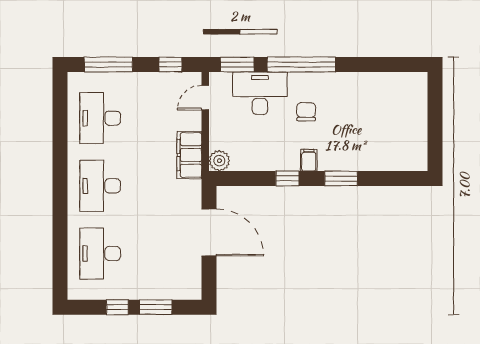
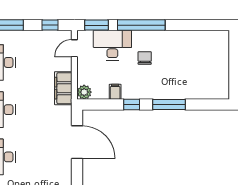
filing cabinet: (309, 160) -> (115, 92), moved
window: (341, 178) -> (169, 105), width x1.44

